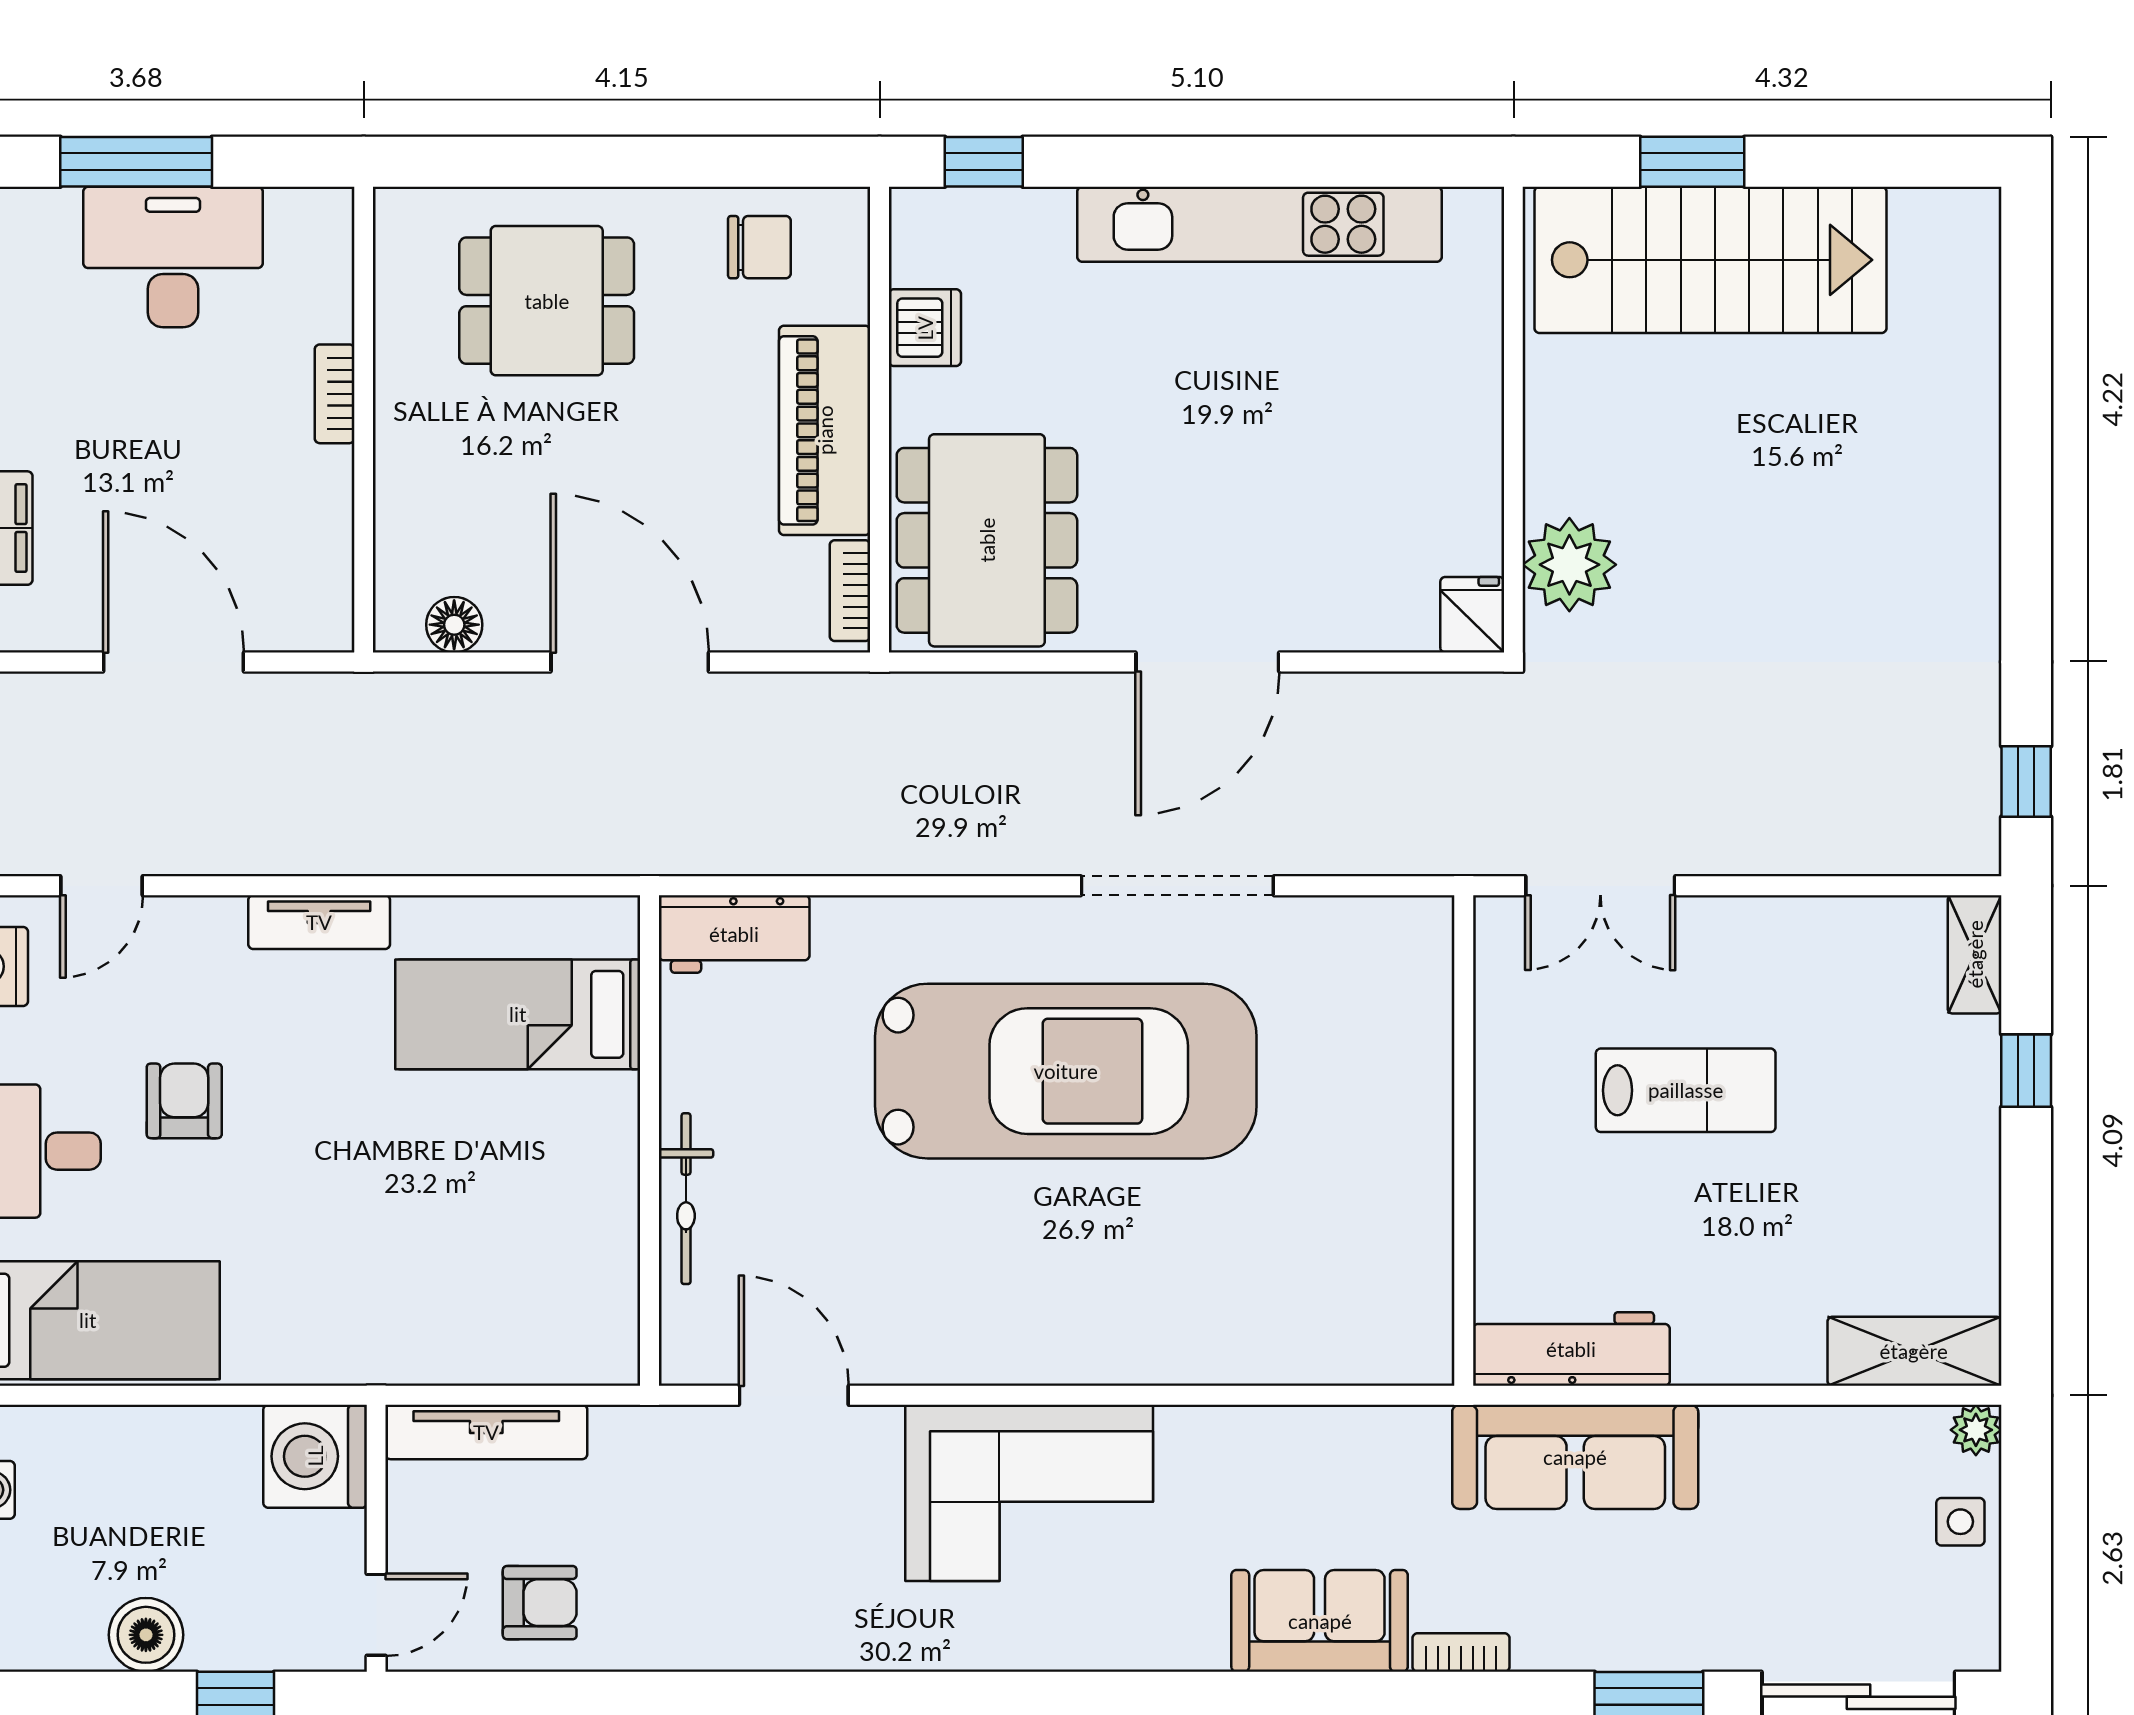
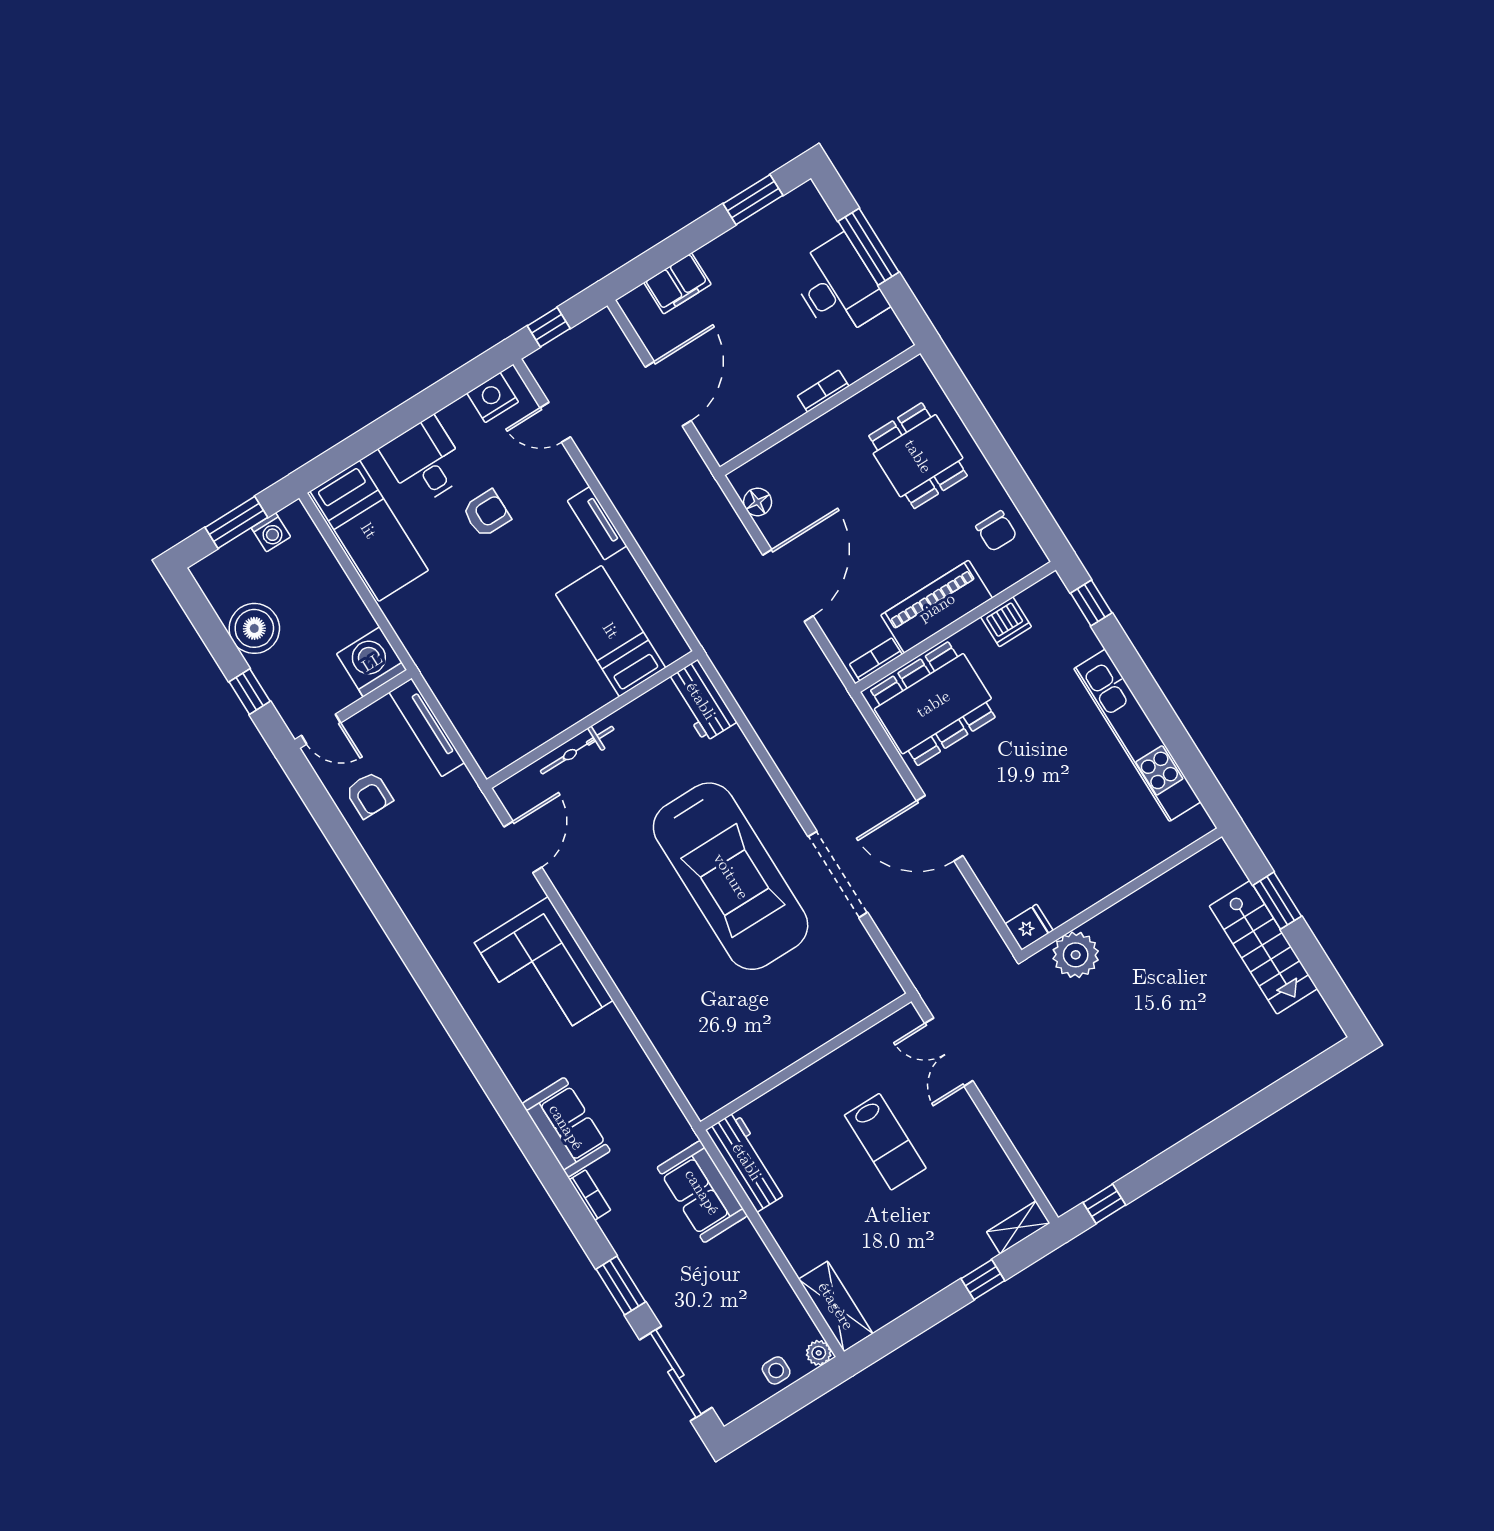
stairs: (1710, 260) -> (1263, 947), width x0.73, depth x0.66
sofa: (1575, 1457) -> (702, 1192), width x0.73
boiler: (146, 1635) -> (254, 628), width x1.37, depth x1.37

